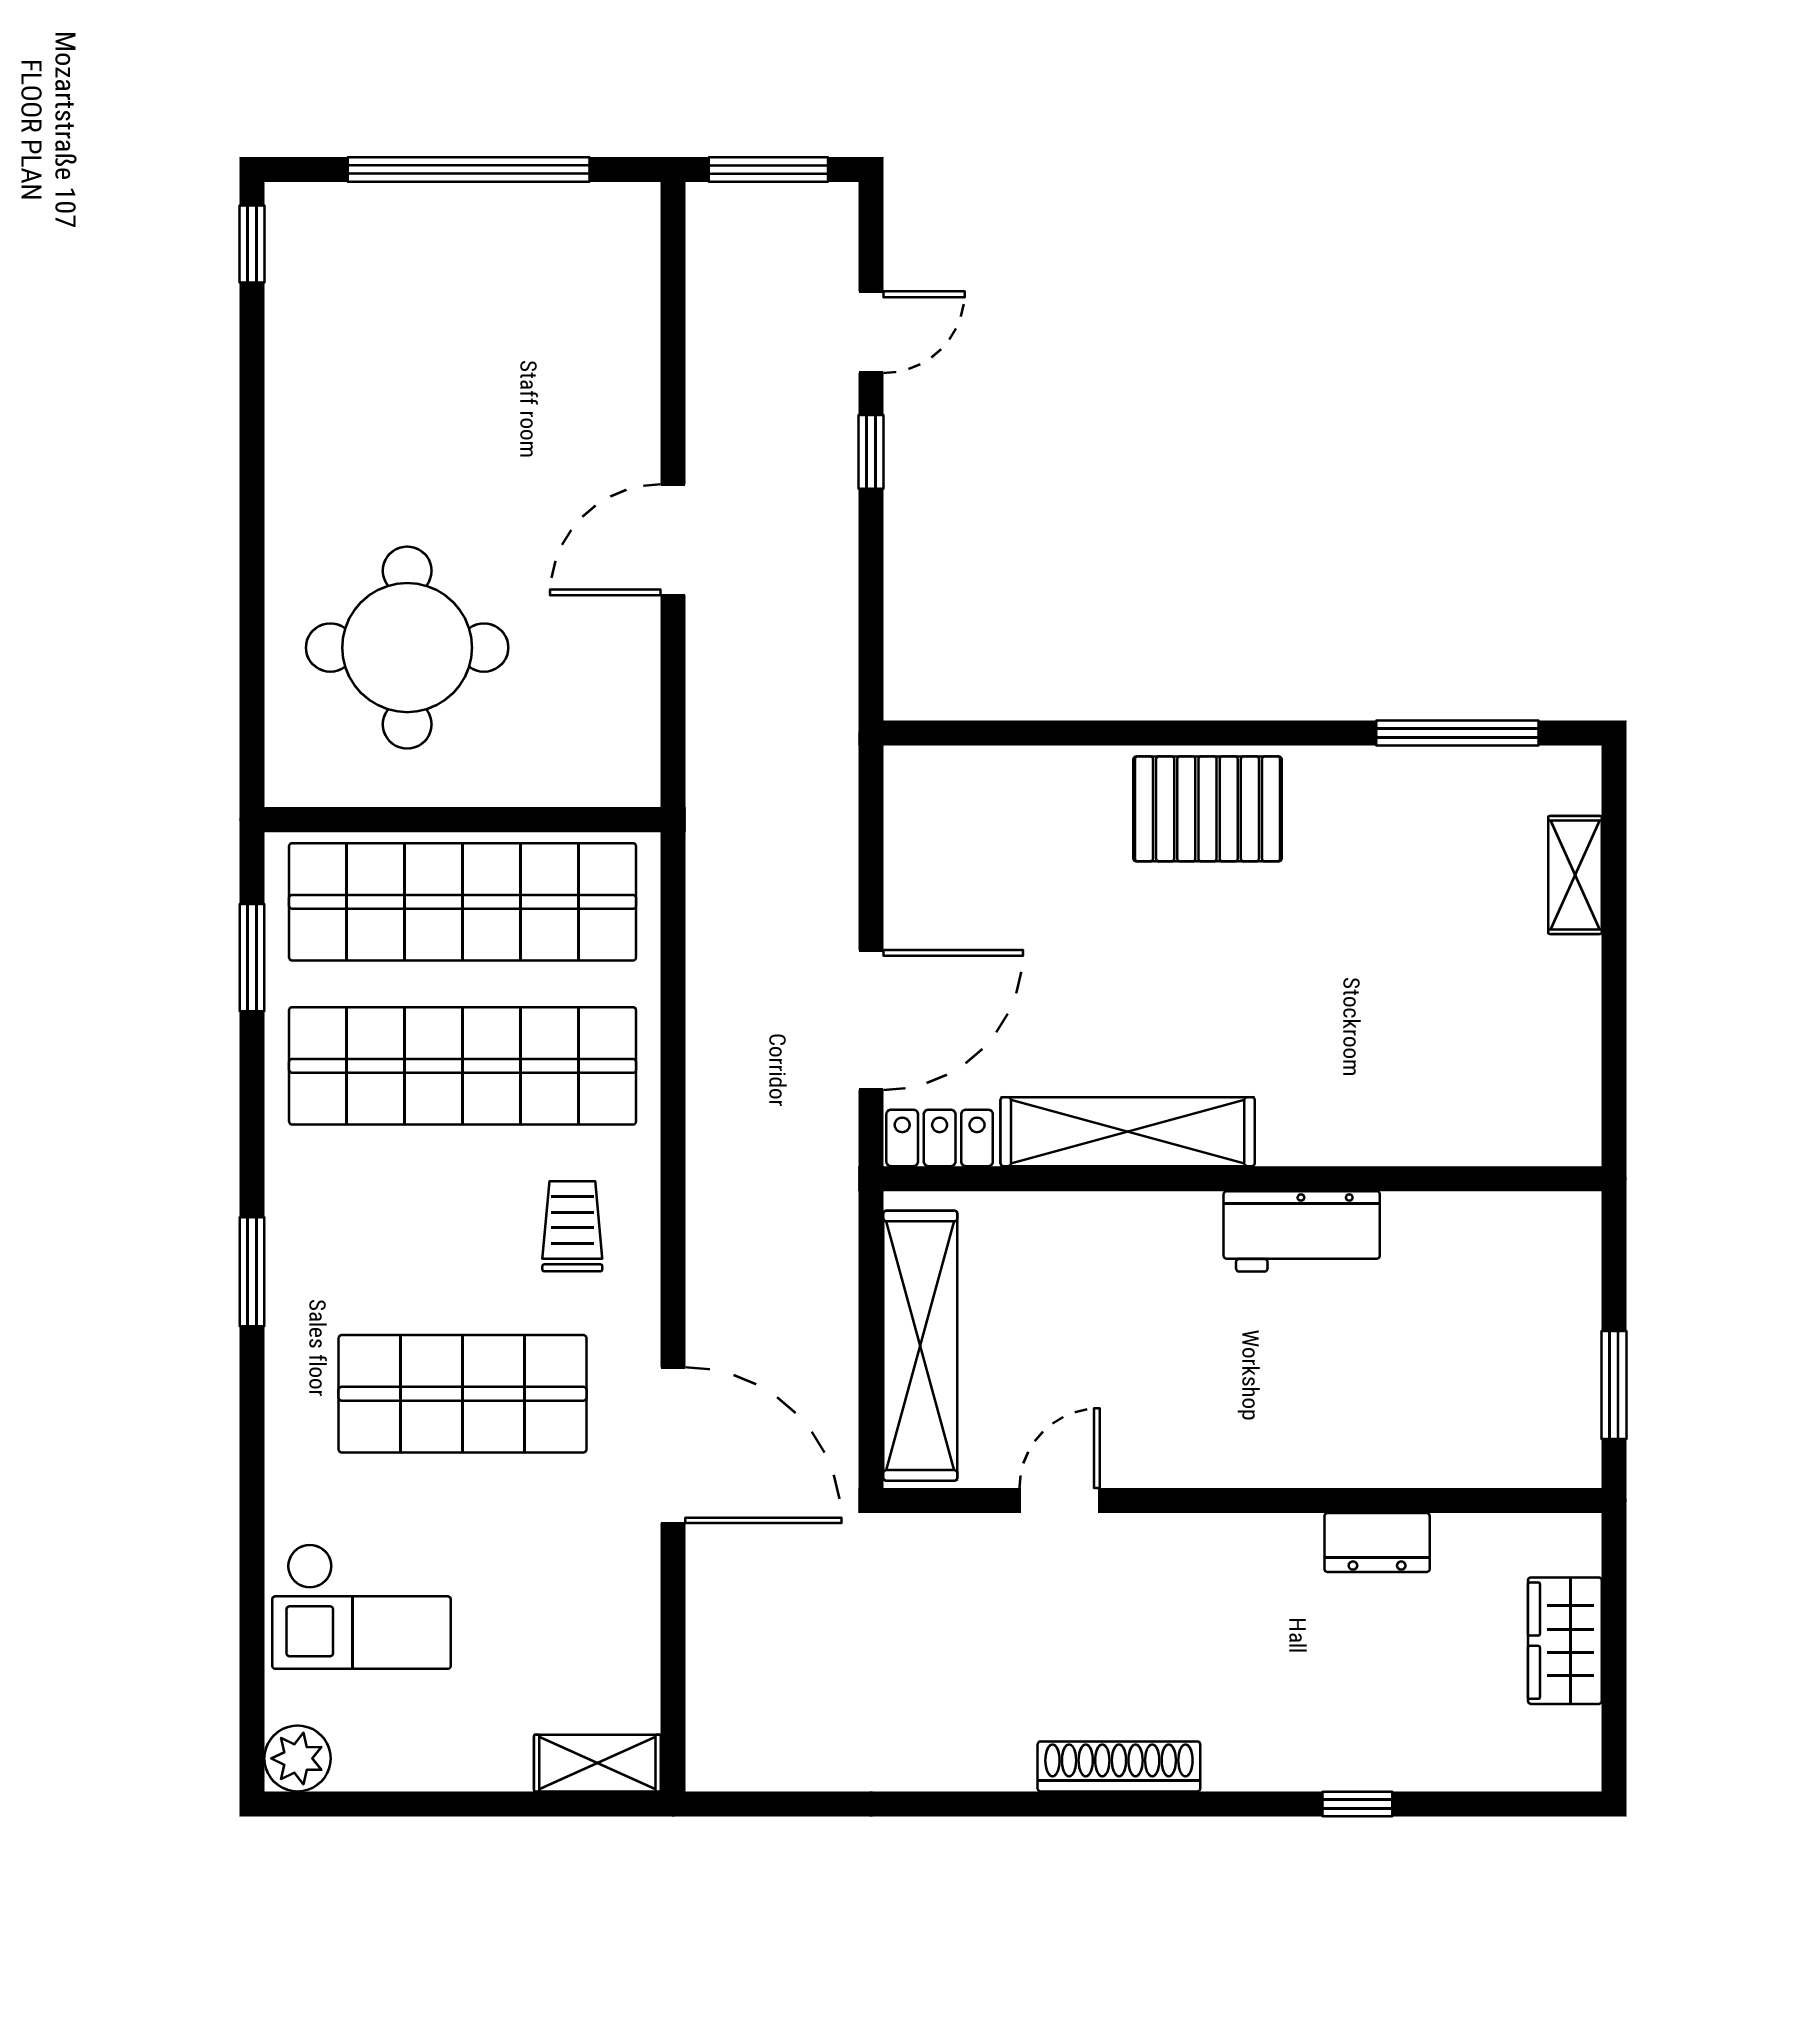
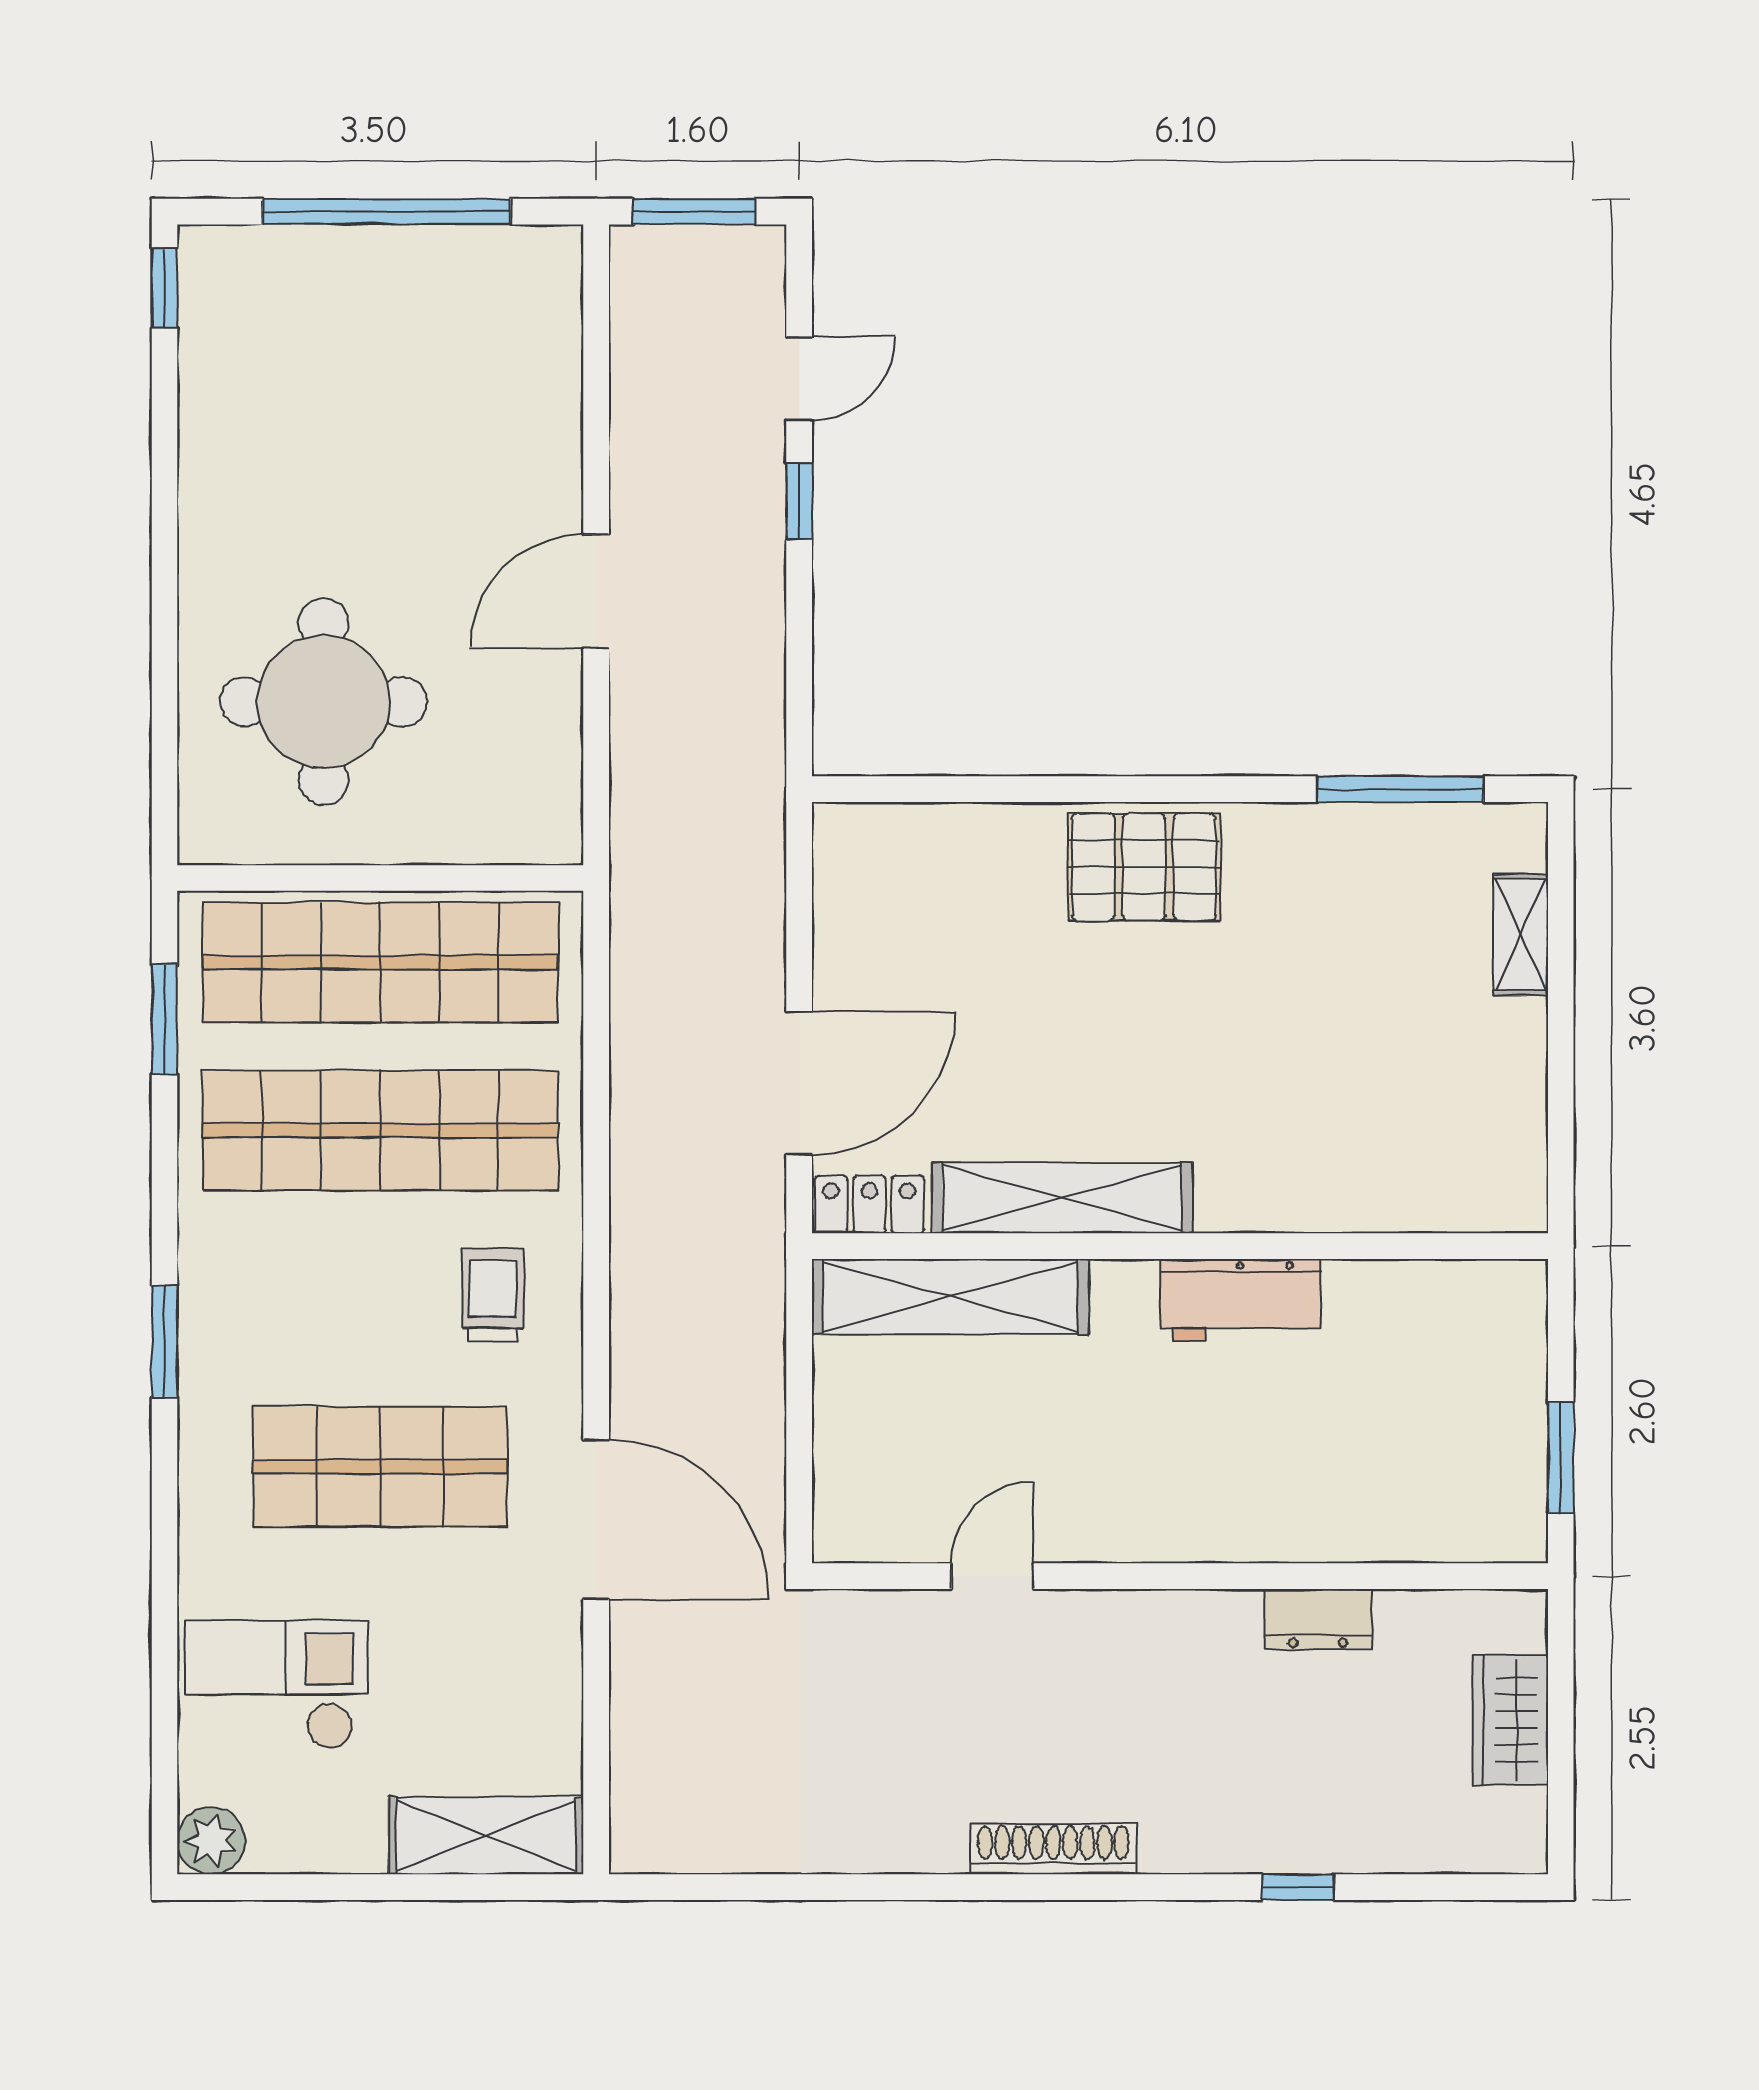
shelving: (920, 1346) -> (950, 1297), moved, turned 90
checkout: (361, 1606) -> (277, 1684), turned 180
shelving: (597, 1763) -> (486, 1836), width x1.50, depth x1.33

